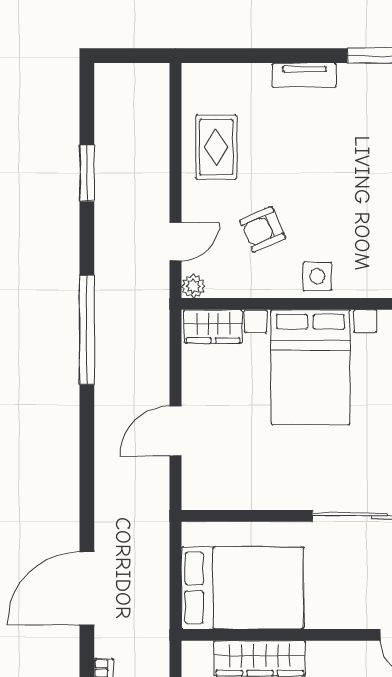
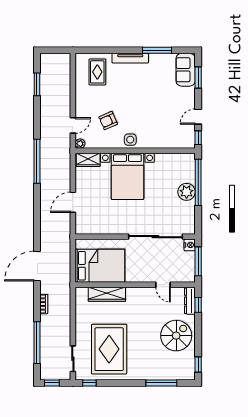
tv unit: (304, 75) -> (130, 58), width x1.41
rug: (216, 147) -> (97, 72), moved
window: (87, 173) -> (37, 84), moved

